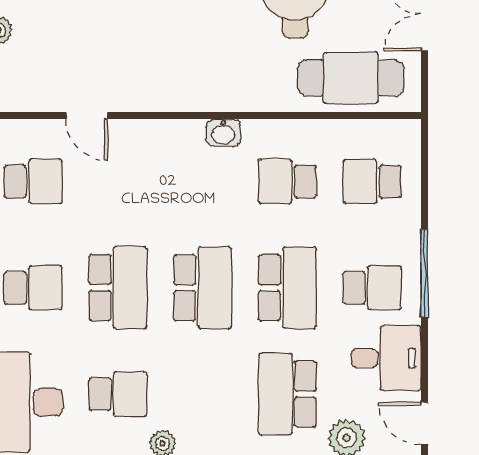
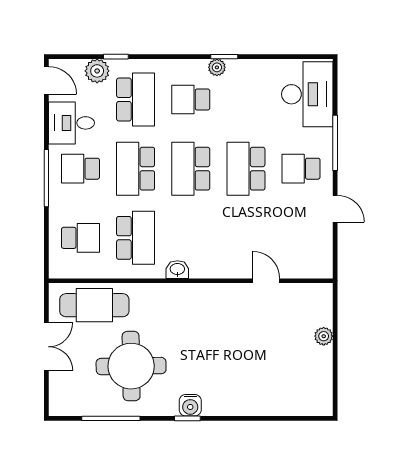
school desk: (33, 181) -> (301, 238), removed
school desk: (287, 181) -> (136, 238), width x1.85
school desk: (118, 394) -> (191, 99), moved

